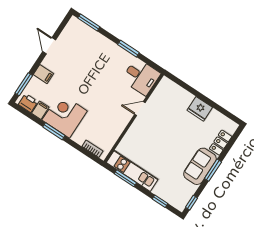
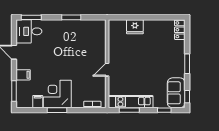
desk: (141, 77) -> (29, 31), moved, turned 180
printer: (28, 103) -> (26, 102), removed
door: (140, 109) -> (107, 70), moved
fridge: (200, 109) -> (135, 27), moved
locker: (221, 143) -> (180, 30), moved
sofa: (200, 166) -> (176, 93), moved

